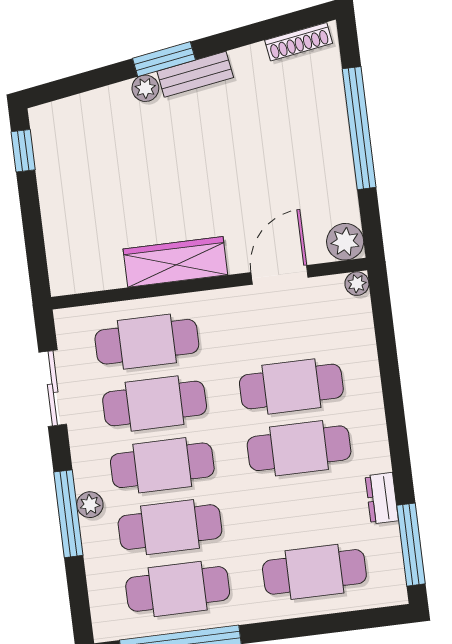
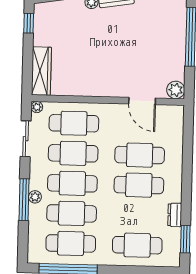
wardrobe: (175, 262) -> (41, 71), moved, turned 90
door: (280, 275) -> (142, 101), swing flipped
plant: (357, 284) -> (37, 107), moved
window: (411, 545) -> (185, 239), width x0.69

